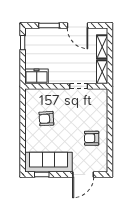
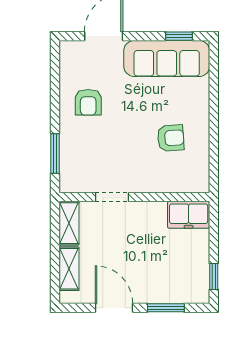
window: (110, 110) -> (55, 154), added
armchair: (92, 138) -> (88, 102), turned 90

